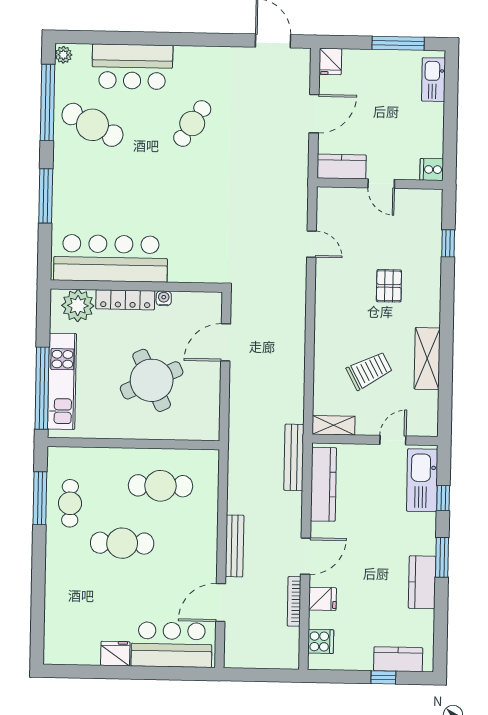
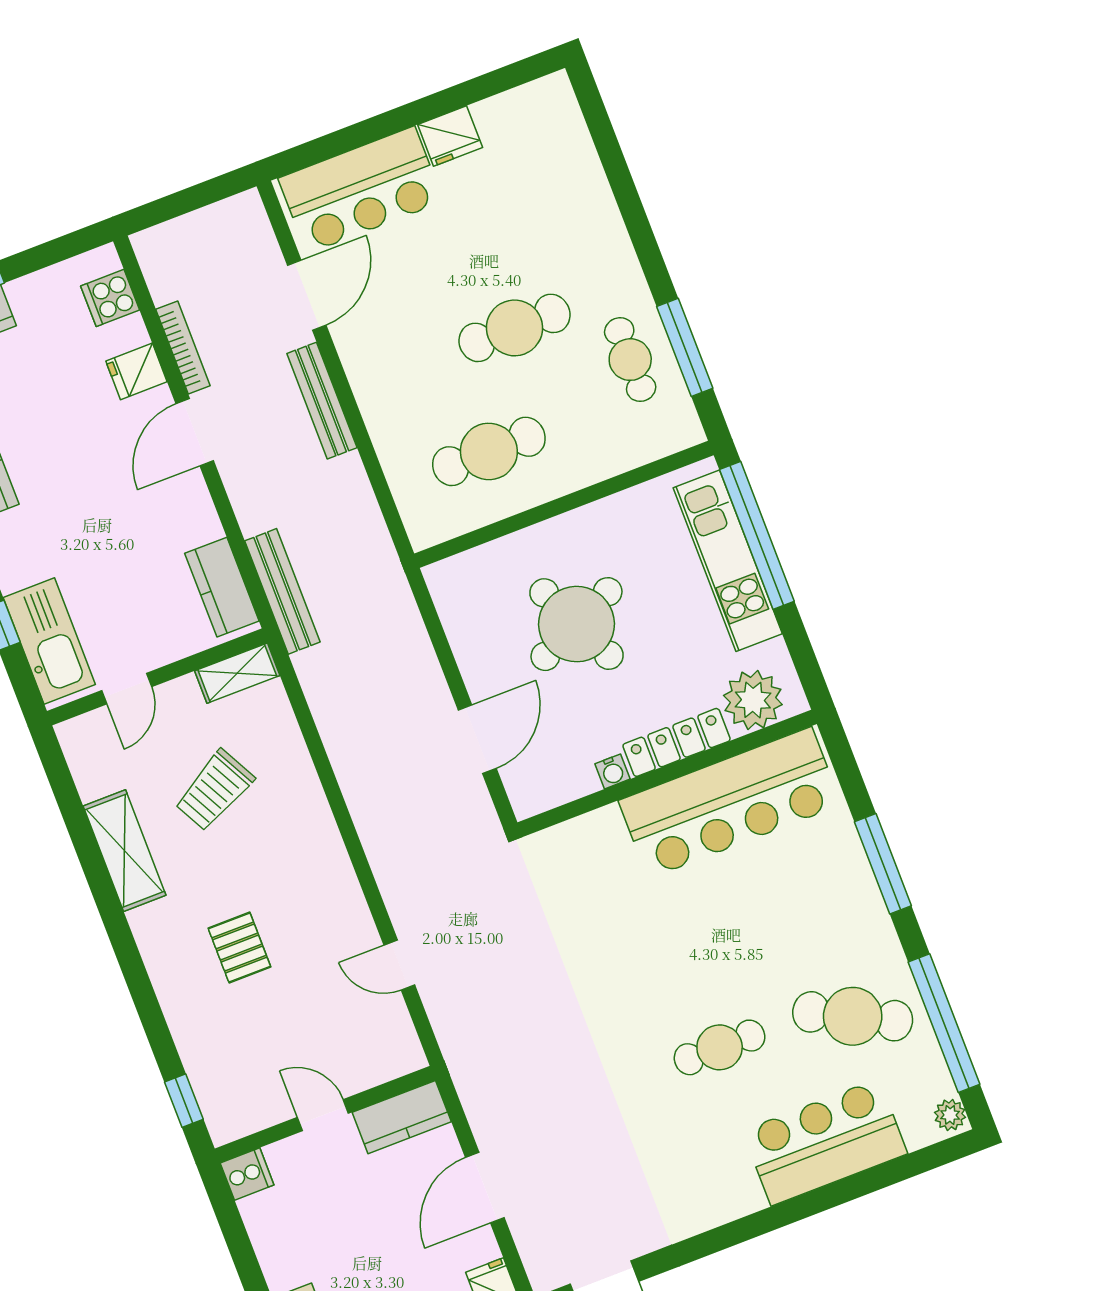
cafe table: (192, 123) -> (720, 1047), moved, turned 57
window: (448, 243) -> (184, 1101), moved
kitchen counter: (323, 484) -> (222, 587), width x0.67

